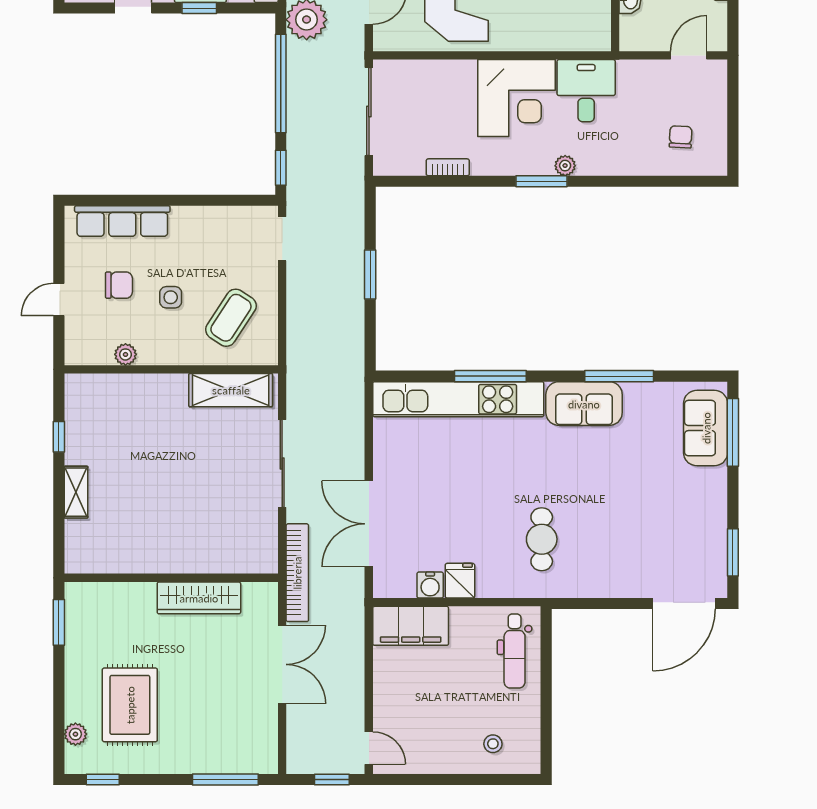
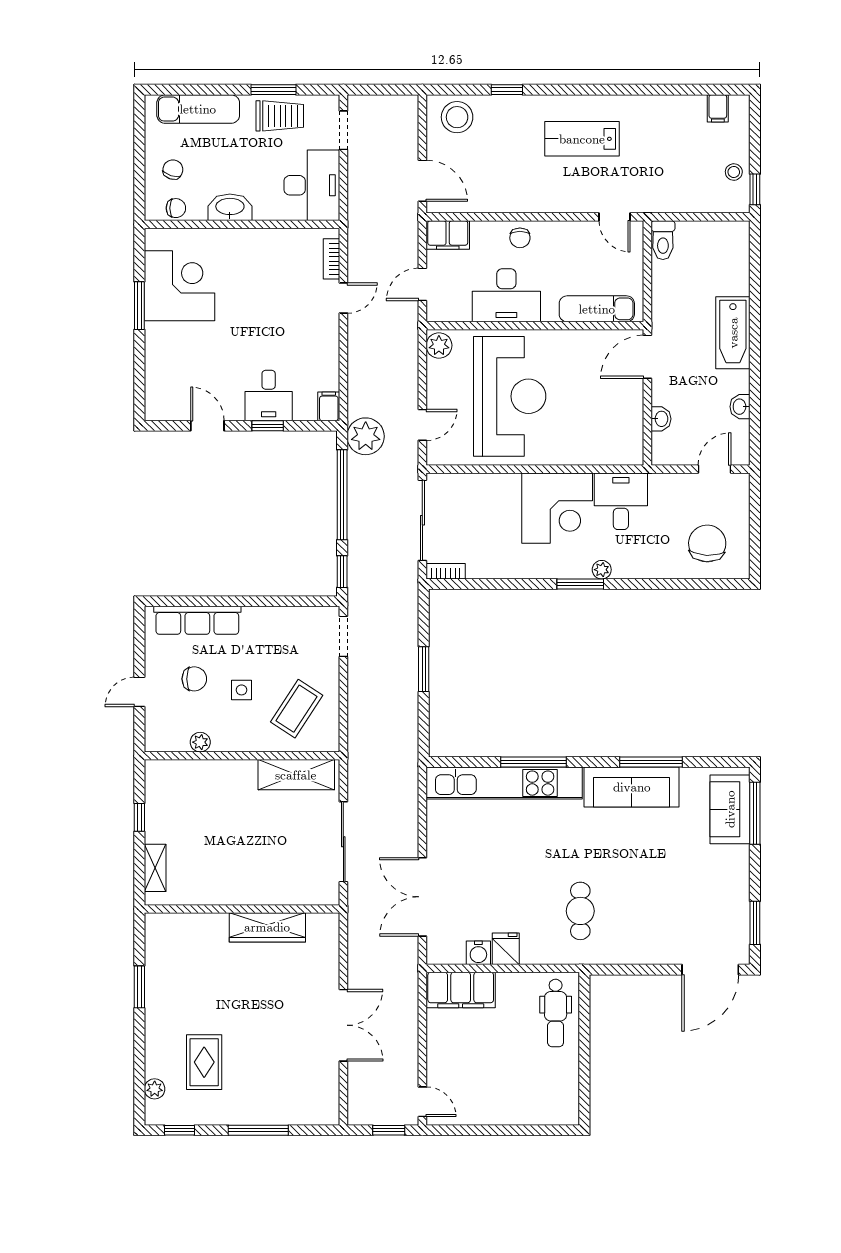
chair: (681, 137) -> (707, 543), width x1.87, depth x1.87
bookcase: (448, 167) -> (446, 571), moved
sofa: (584, 404) -> (632, 787), width x1.36
bookcase: (297, 573) -> (357, 941), removed
wall: (171, 578) -> (242, 909), moved
wardrobe: (199, 598) -> (267, 927), moved
rug: (130, 705) -> (204, 1062), width x0.73, depth x0.70
stool: (493, 744) -> (536, 1098), removed
window: (225, 779) -> (258, 1130), moved

